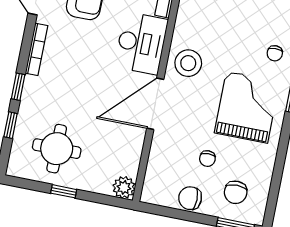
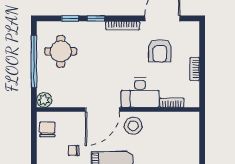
door: (155, 104) -> (102, 110), swing flipped
window: (64, 191) -> (34, 61), width x3.17
chair: (190, 198) -> (47, 129), moved

